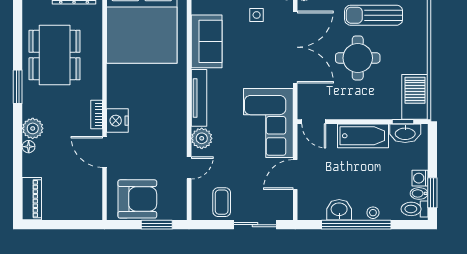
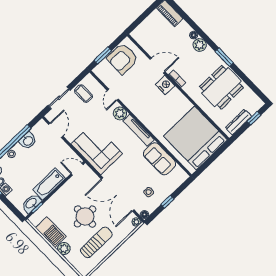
plant: (418, 44) -> (64, 249), added
dining table: (55, 55) -> (221, 87), turned 90
barbecue: (415, 97) -> (51, 232), moved
door: (295, 175) -> (56, 130), moved

